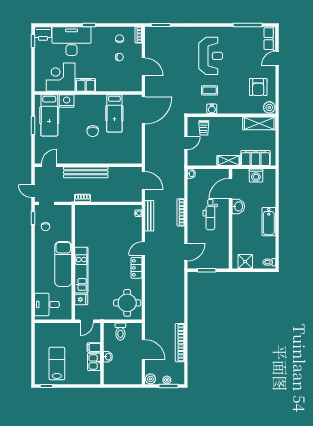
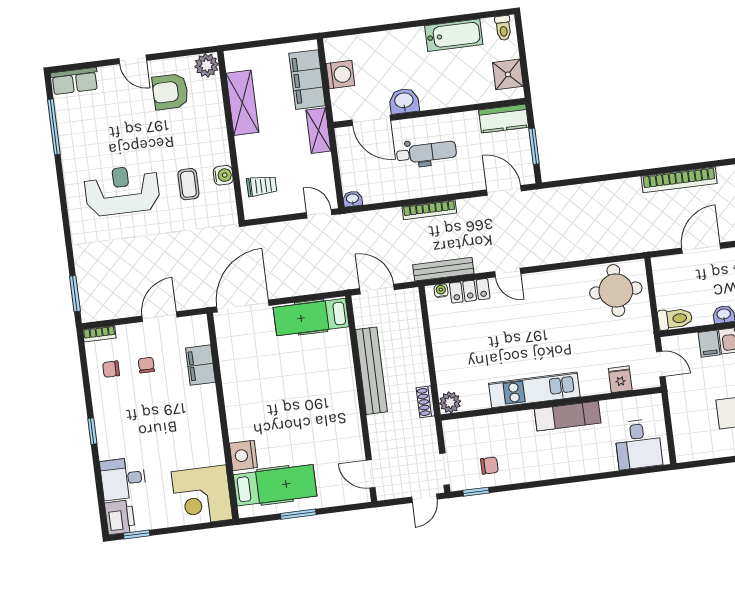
desk: (72, 41) -> (123, 479), width x0.53, depth x0.77
door: (277, 58) -> (133, 59), moved
corner desk: (61, 77) -> (202, 495), moved
filing cabinet: (86, 85) -> (201, 365), moved
armchair: (258, 87) -> (170, 92), turned 180
door: (143, 110) -> (243, 306), hinge flipped
hospital bed: (114, 113) -> (311, 317), moved, turned 180
shelving: (259, 123) -> (242, 103), moved
chair: (93, 131) -> (295, 398), removed
door: (186, 143) -> (319, 214), moved
bench: (86, 172) -> (372, 371), moved
door: (143, 180) -> (377, 289), hinge flipped
plant: (81, 211) -> (450, 402), added
bathtub: (269, 222) -> (454, 35), moved
kitchen counter: (223, 256) -> (504, 119), added
exam couch: (63, 264) -> (568, 416), width x0.73, depth x0.69
locker: (136, 268) -> (470, 291), moved
kitchen unit: (81, 270) -> (534, 390), moved
toilet: (120, 331) -> (675, 319), moved

